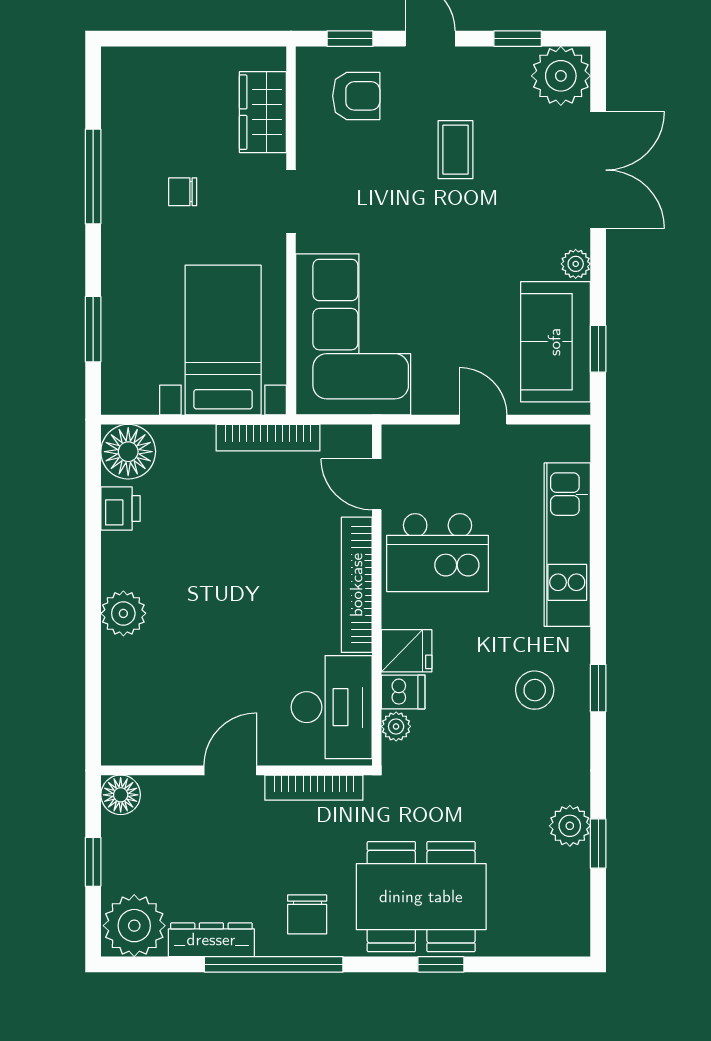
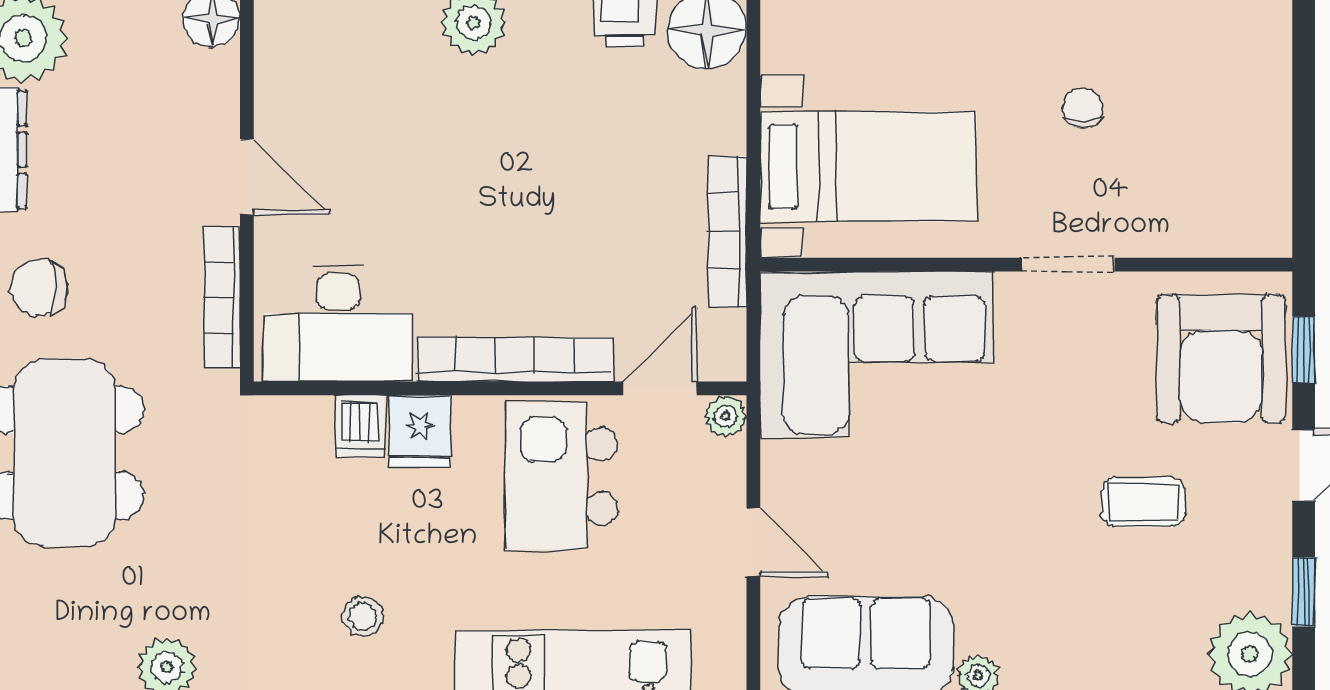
armchair: (356, 96) -> (1221, 359), width x1.88, depth x1.88
wardrobe: (263, 112) -> (1197, 224), removed
door: (483, 420) -> (753, 542), hinge flipped
stool: (535, 690) -> (363, 617), width x0.73, depth x0.73
plant: (396, 726) -> (726, 416), moved

